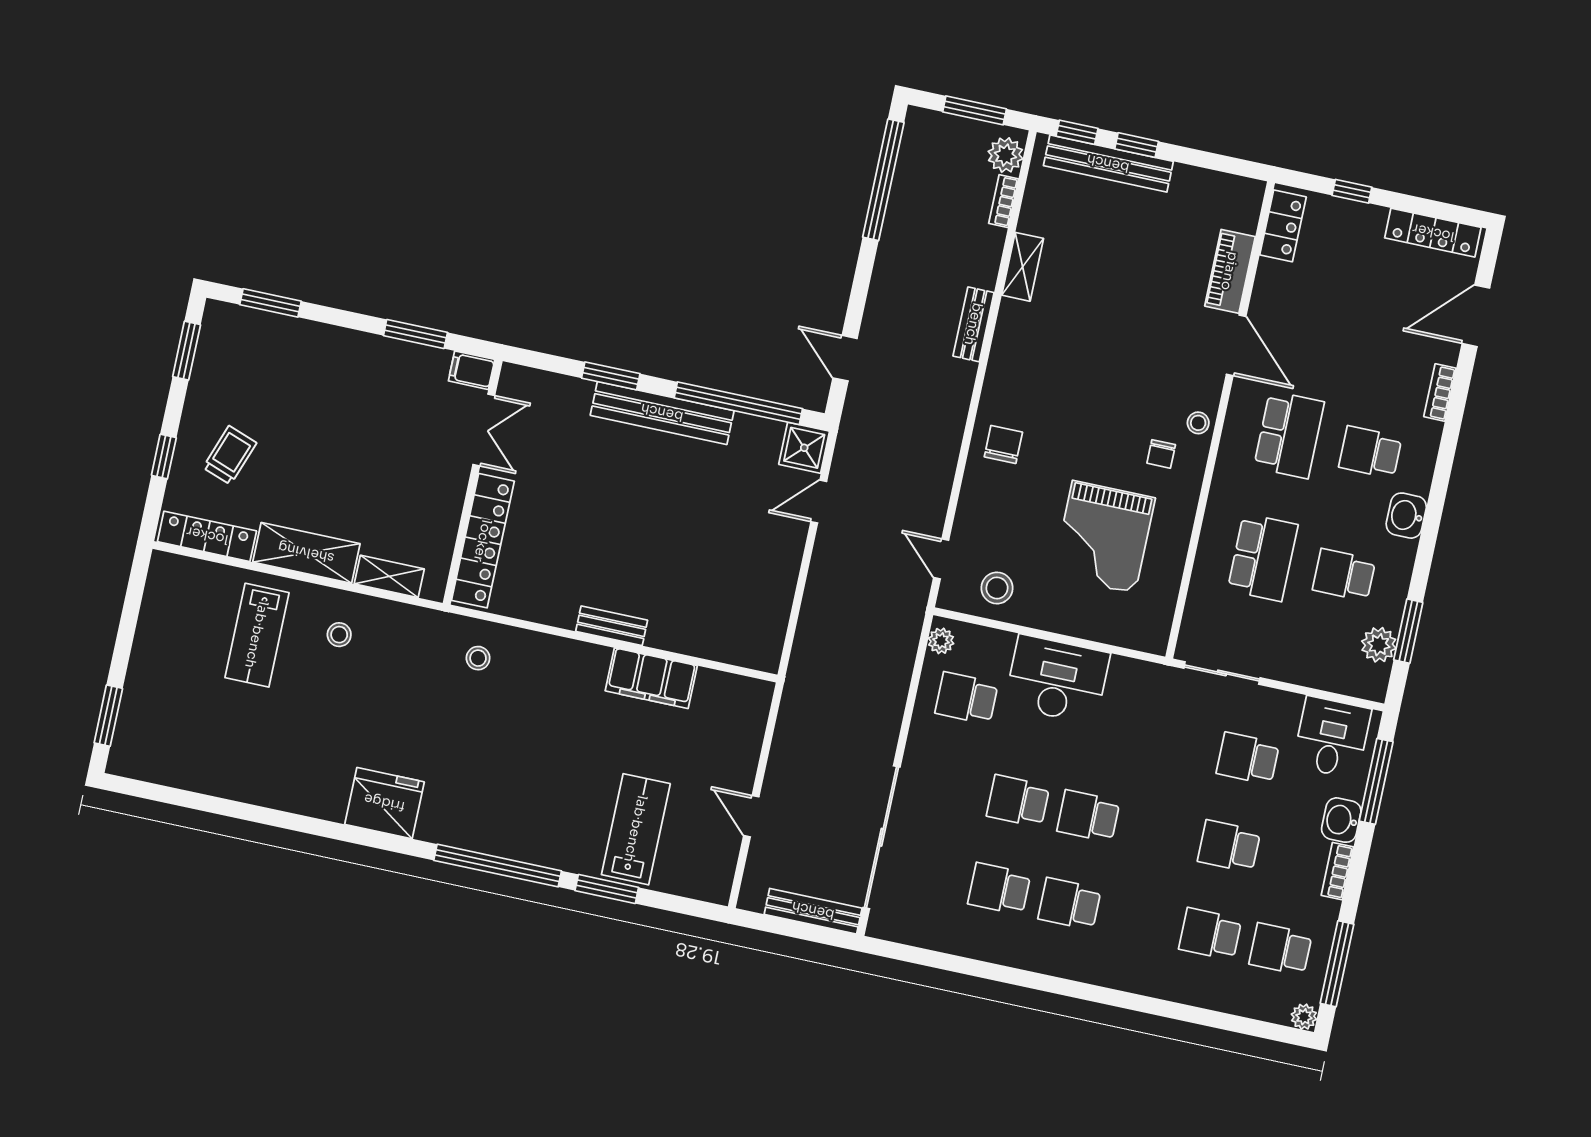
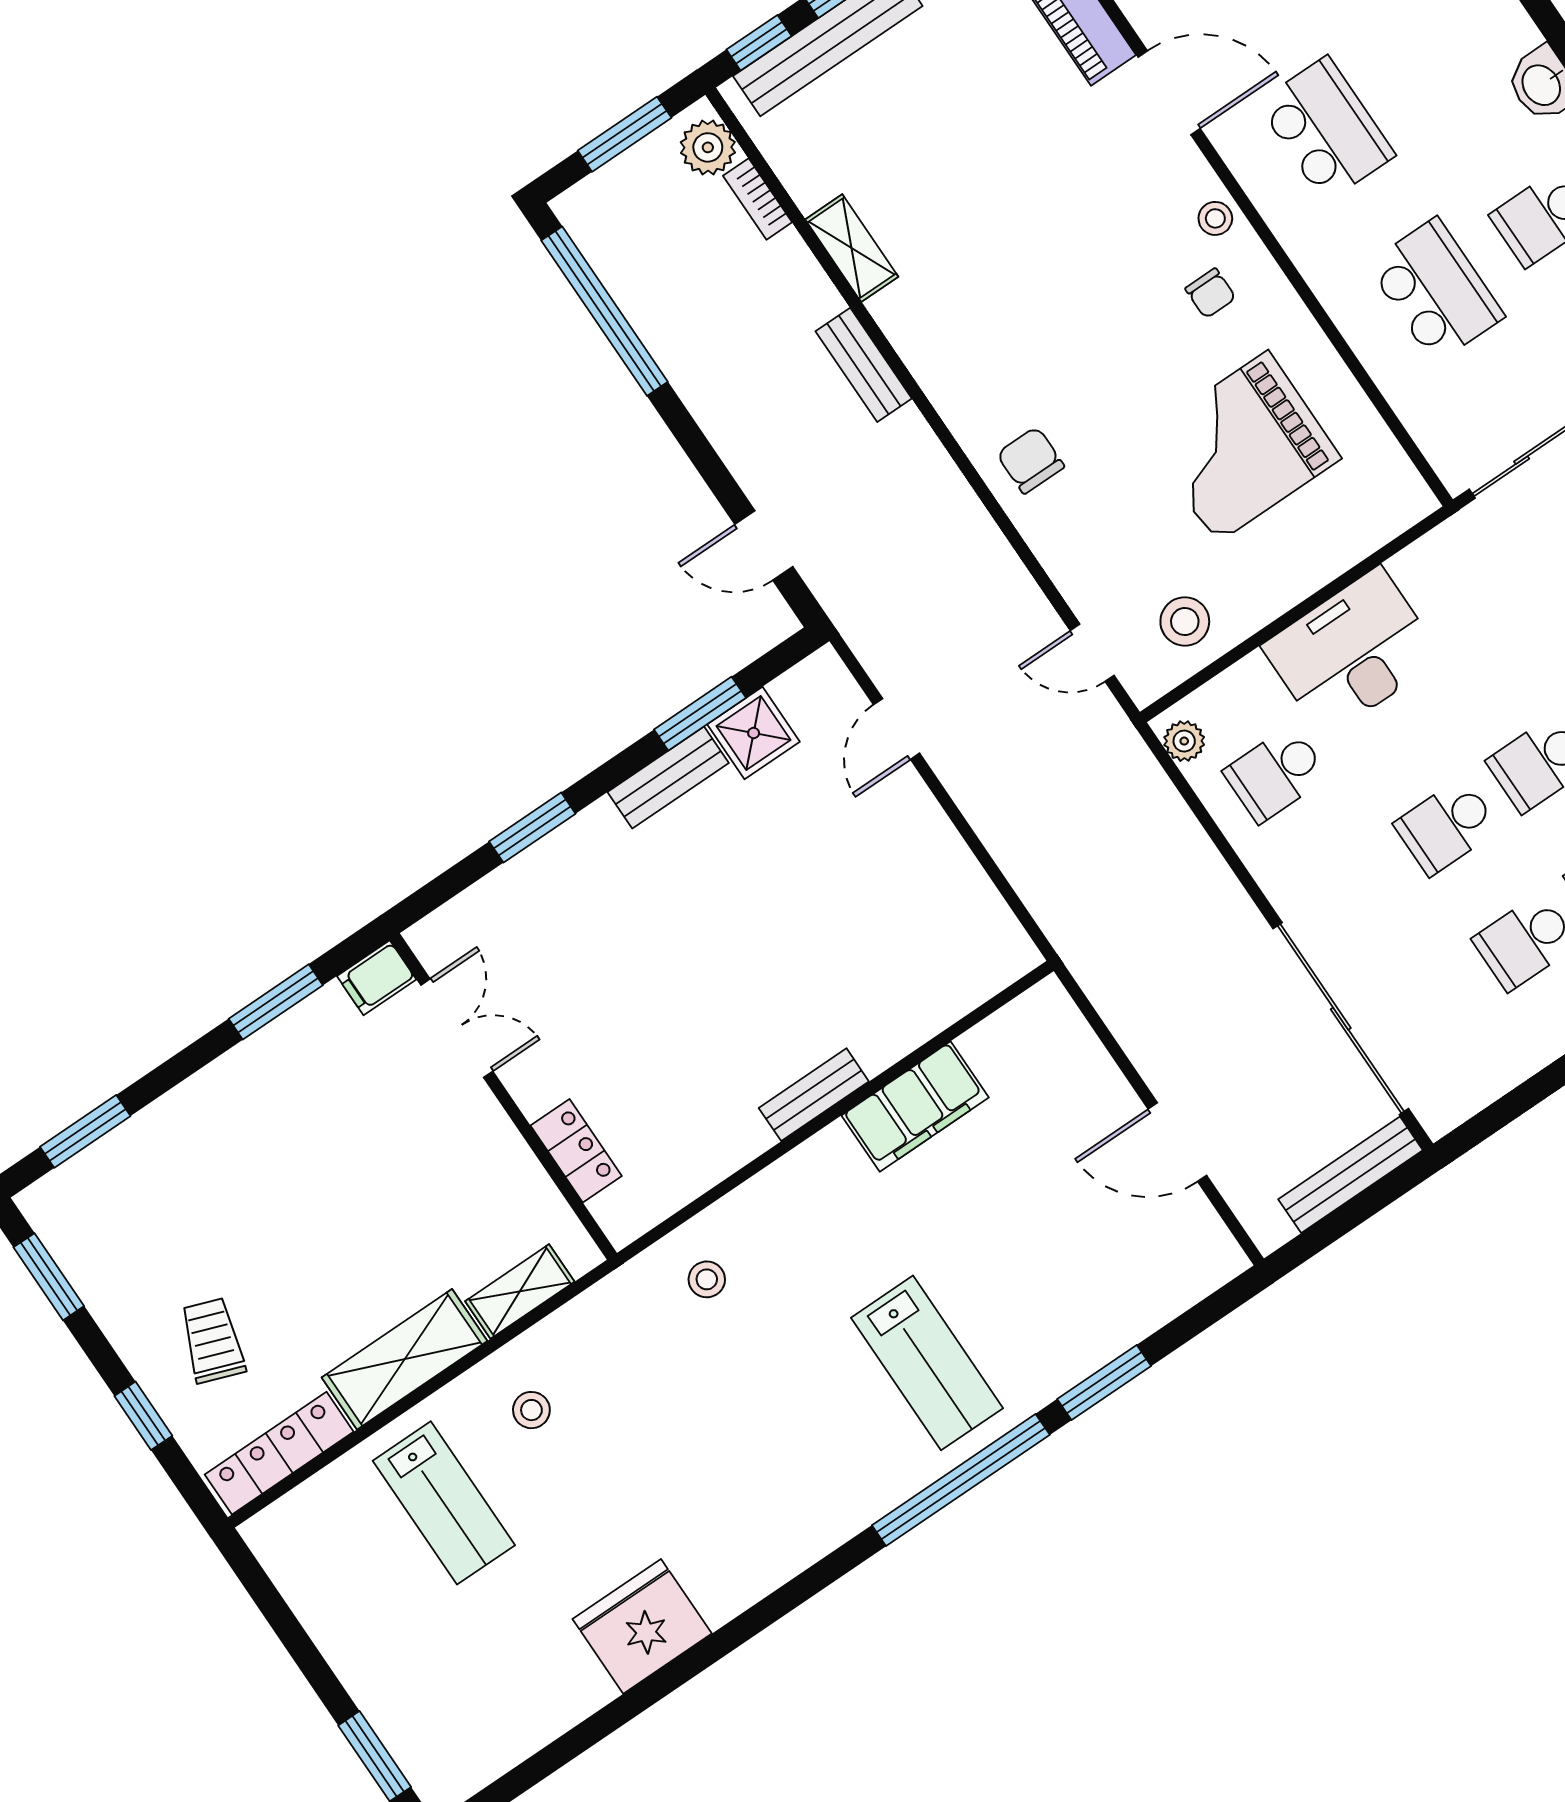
window: (738, 403) -> (700, 714), width x0.47
bench: (662, 413) -> (668, 778), width x0.54, depth x0.82
shower: (804, 448) -> (754, 733), moved
school desk: (1370, 452) -> (1433, 57), removed
grand piano: (1104, 537) -> (1242, 447), turned 90
locker: (483, 541) -> (576, 1151), width x0.46, depth x0.83
fridge: (384, 803) -> (642, 1626), moved
door: (751, 816) -> (1177, 1142), width x1.38
lab bench: (636, 829) -> (927, 1363), moved, turned 180

